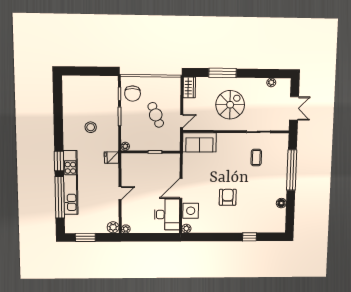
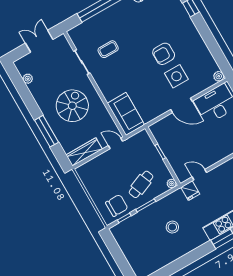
wardrobe: (189, 87) -> (84, 152), width x1.50
spiral stairs: (230, 105) -> (72, 106), turned 90
cafe table: (156, 115) -> (141, 184), moved
door: (120, 193) -> (199, 175), moved
side table: (191, 211) -> (176, 76), moved

